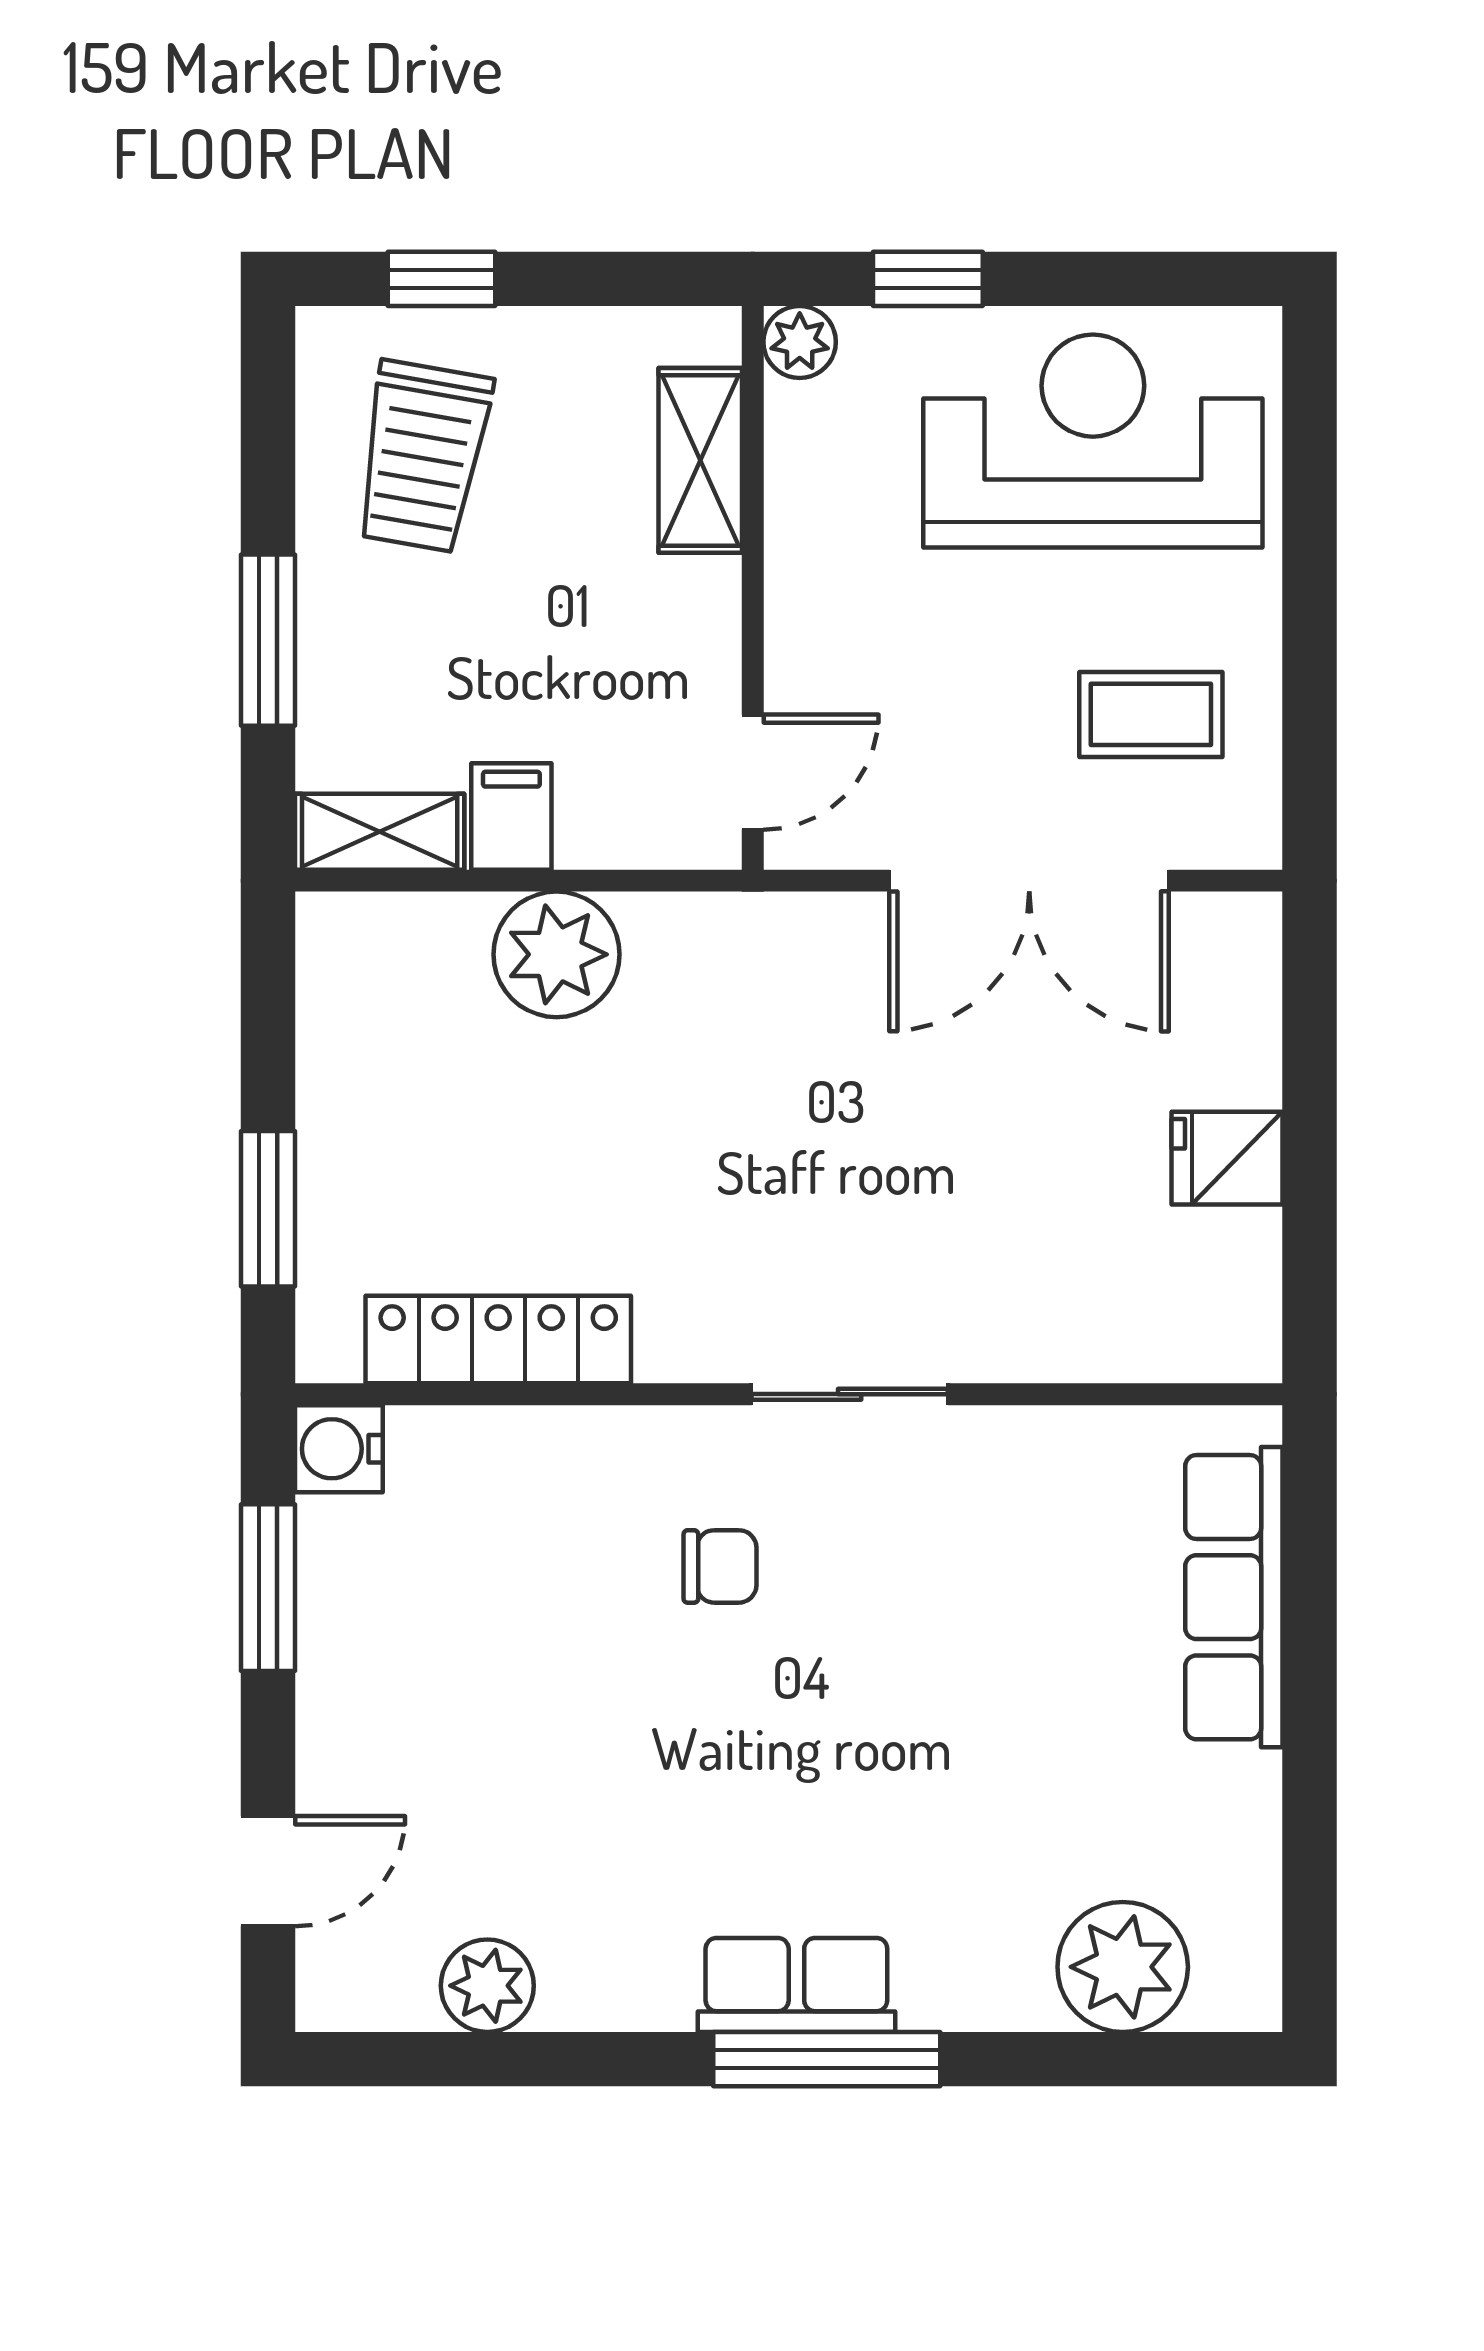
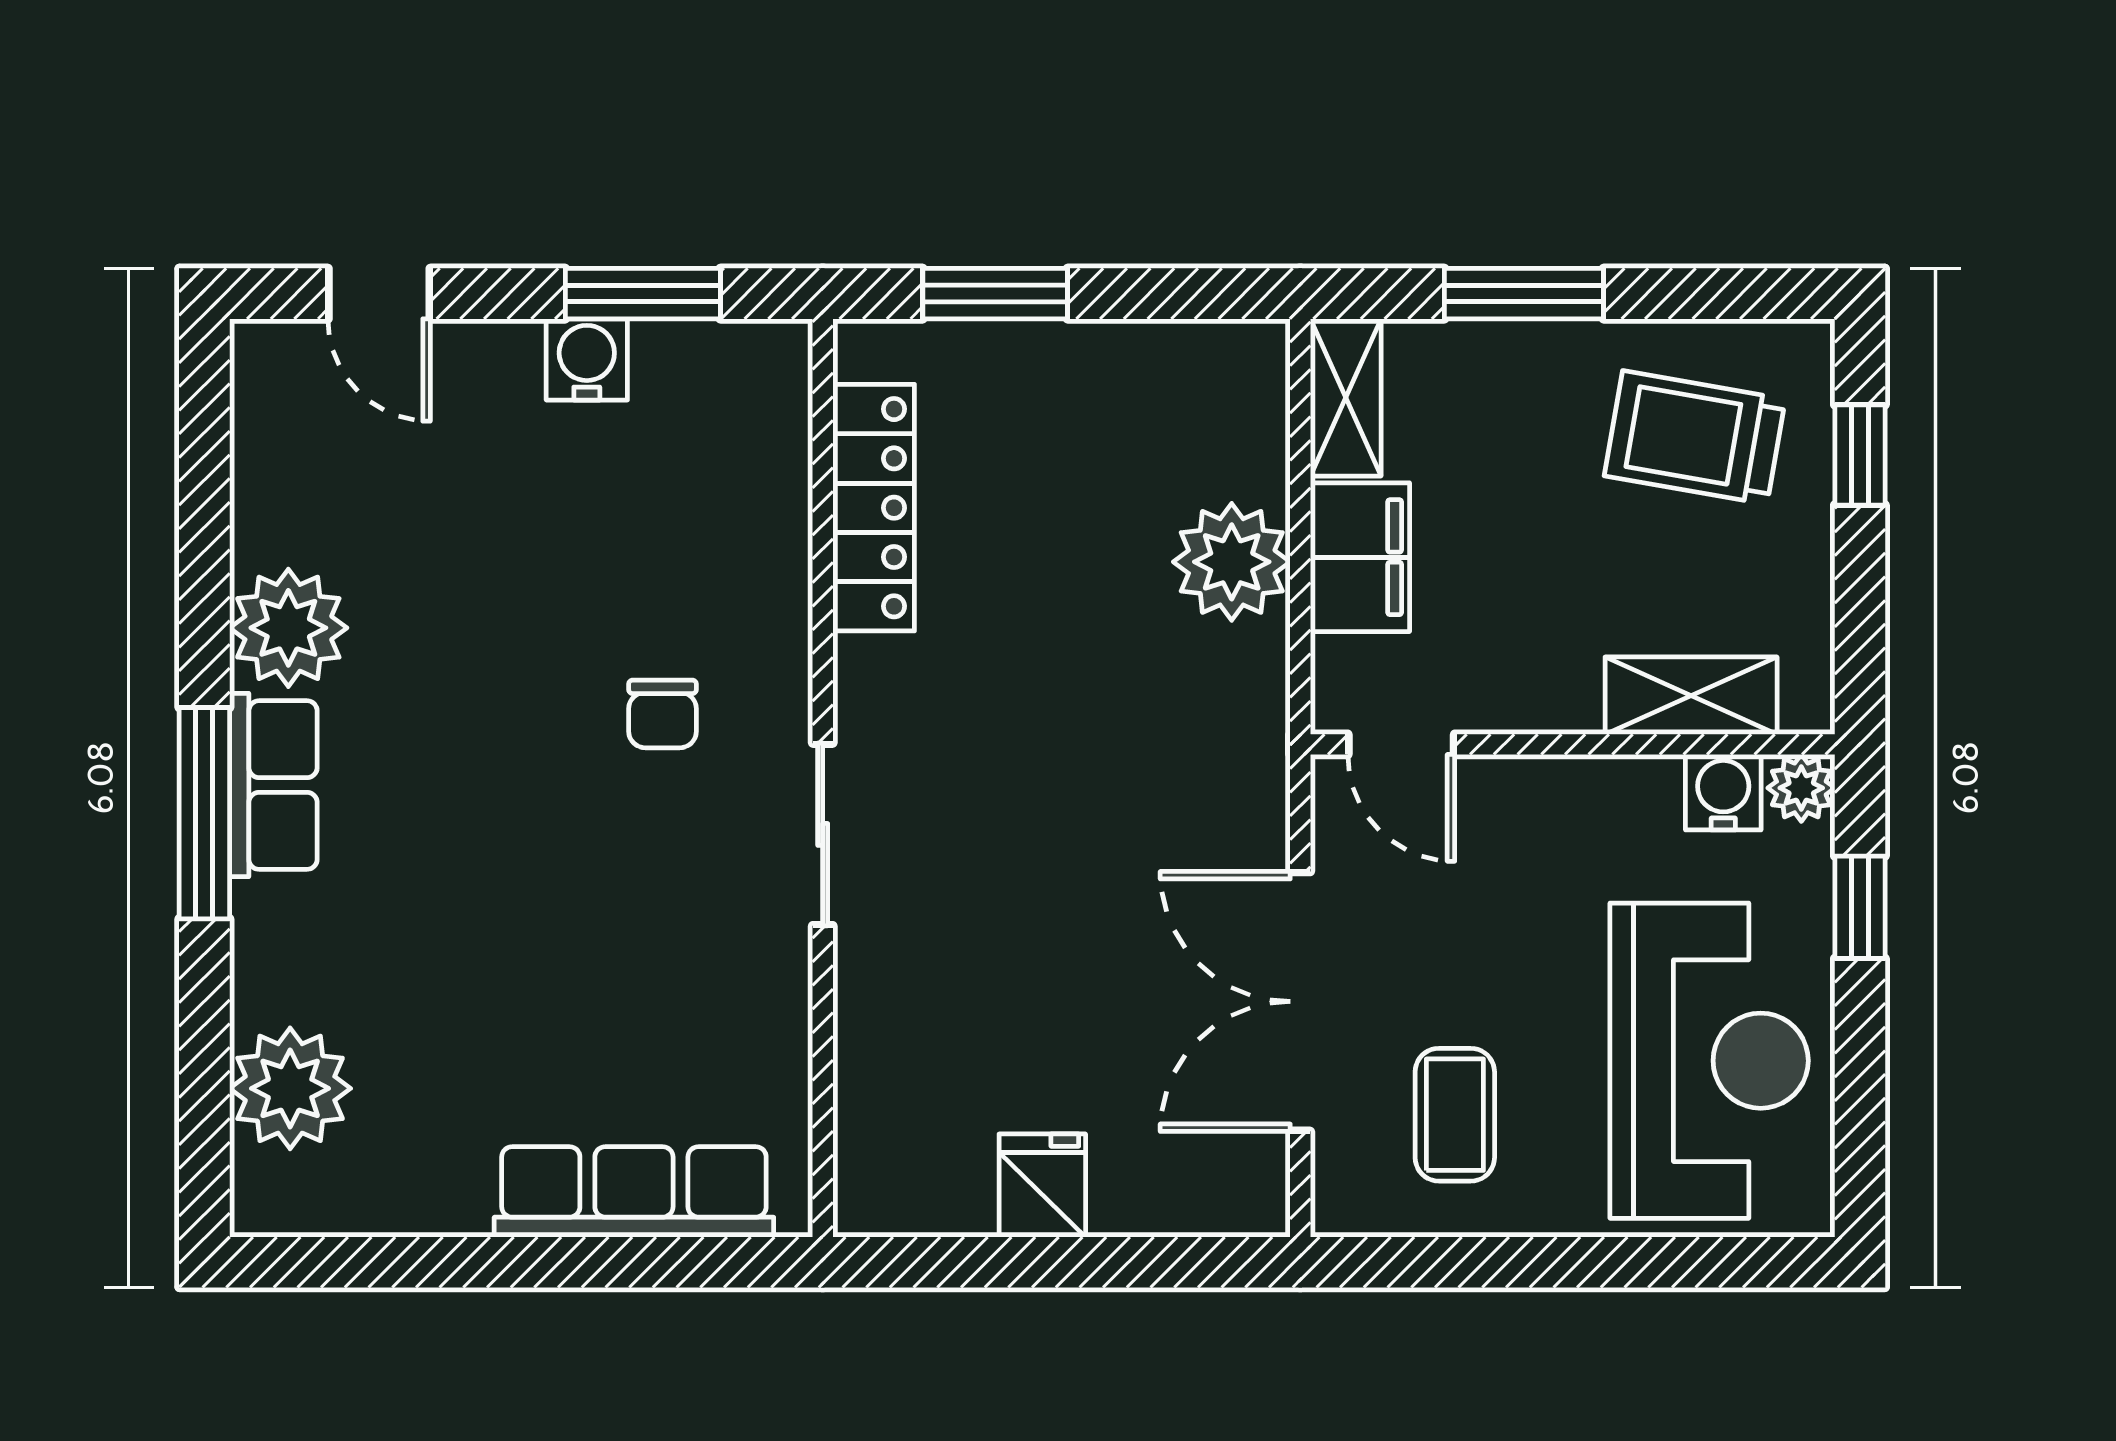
water cooler: (804, 426) -> (1723, 792), added
filing cabinet: (511, 817) -> (1360, 557), width x2.00
water cooler: (339, 1449) -> (587, 359), moved
plant: (487, 1986) -> (288, 628), moved, width x1.36, depth x1.36

